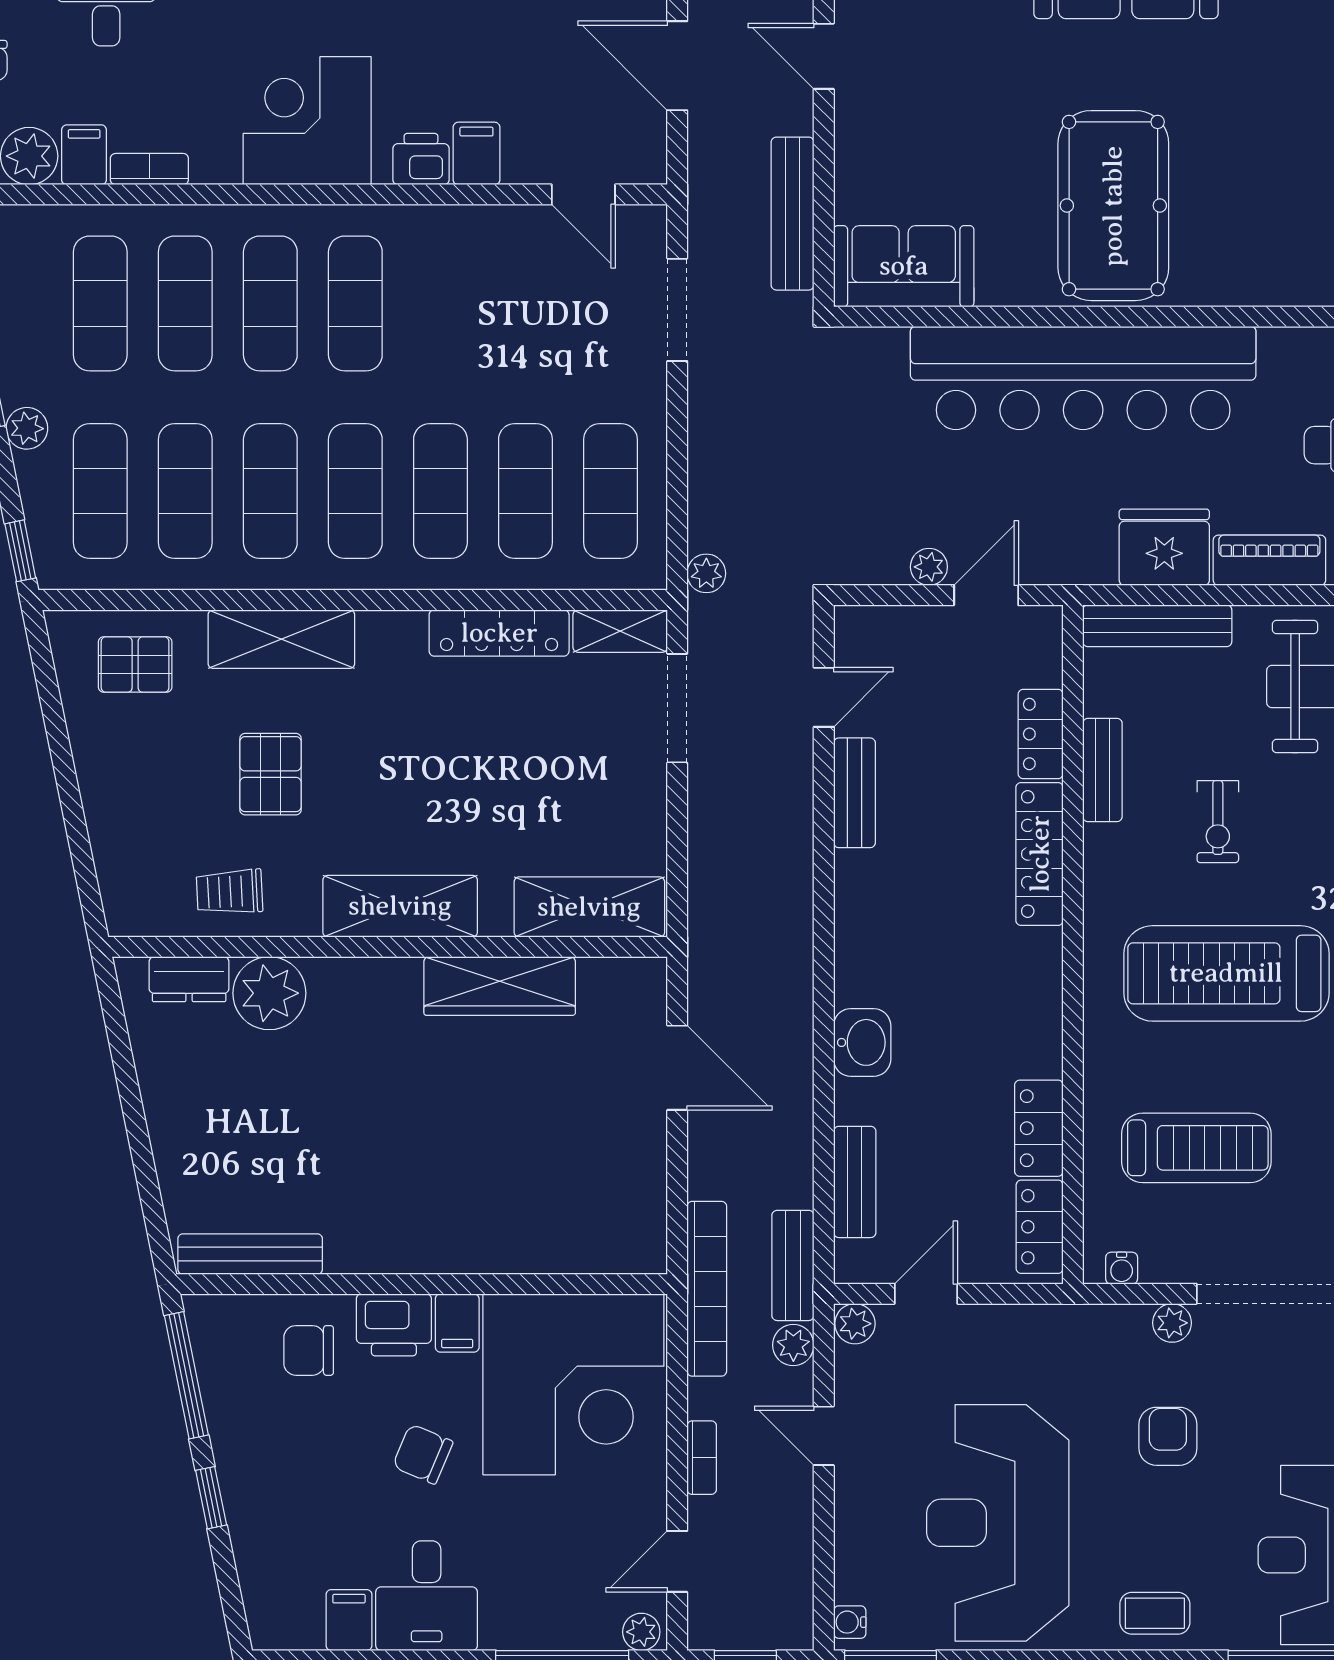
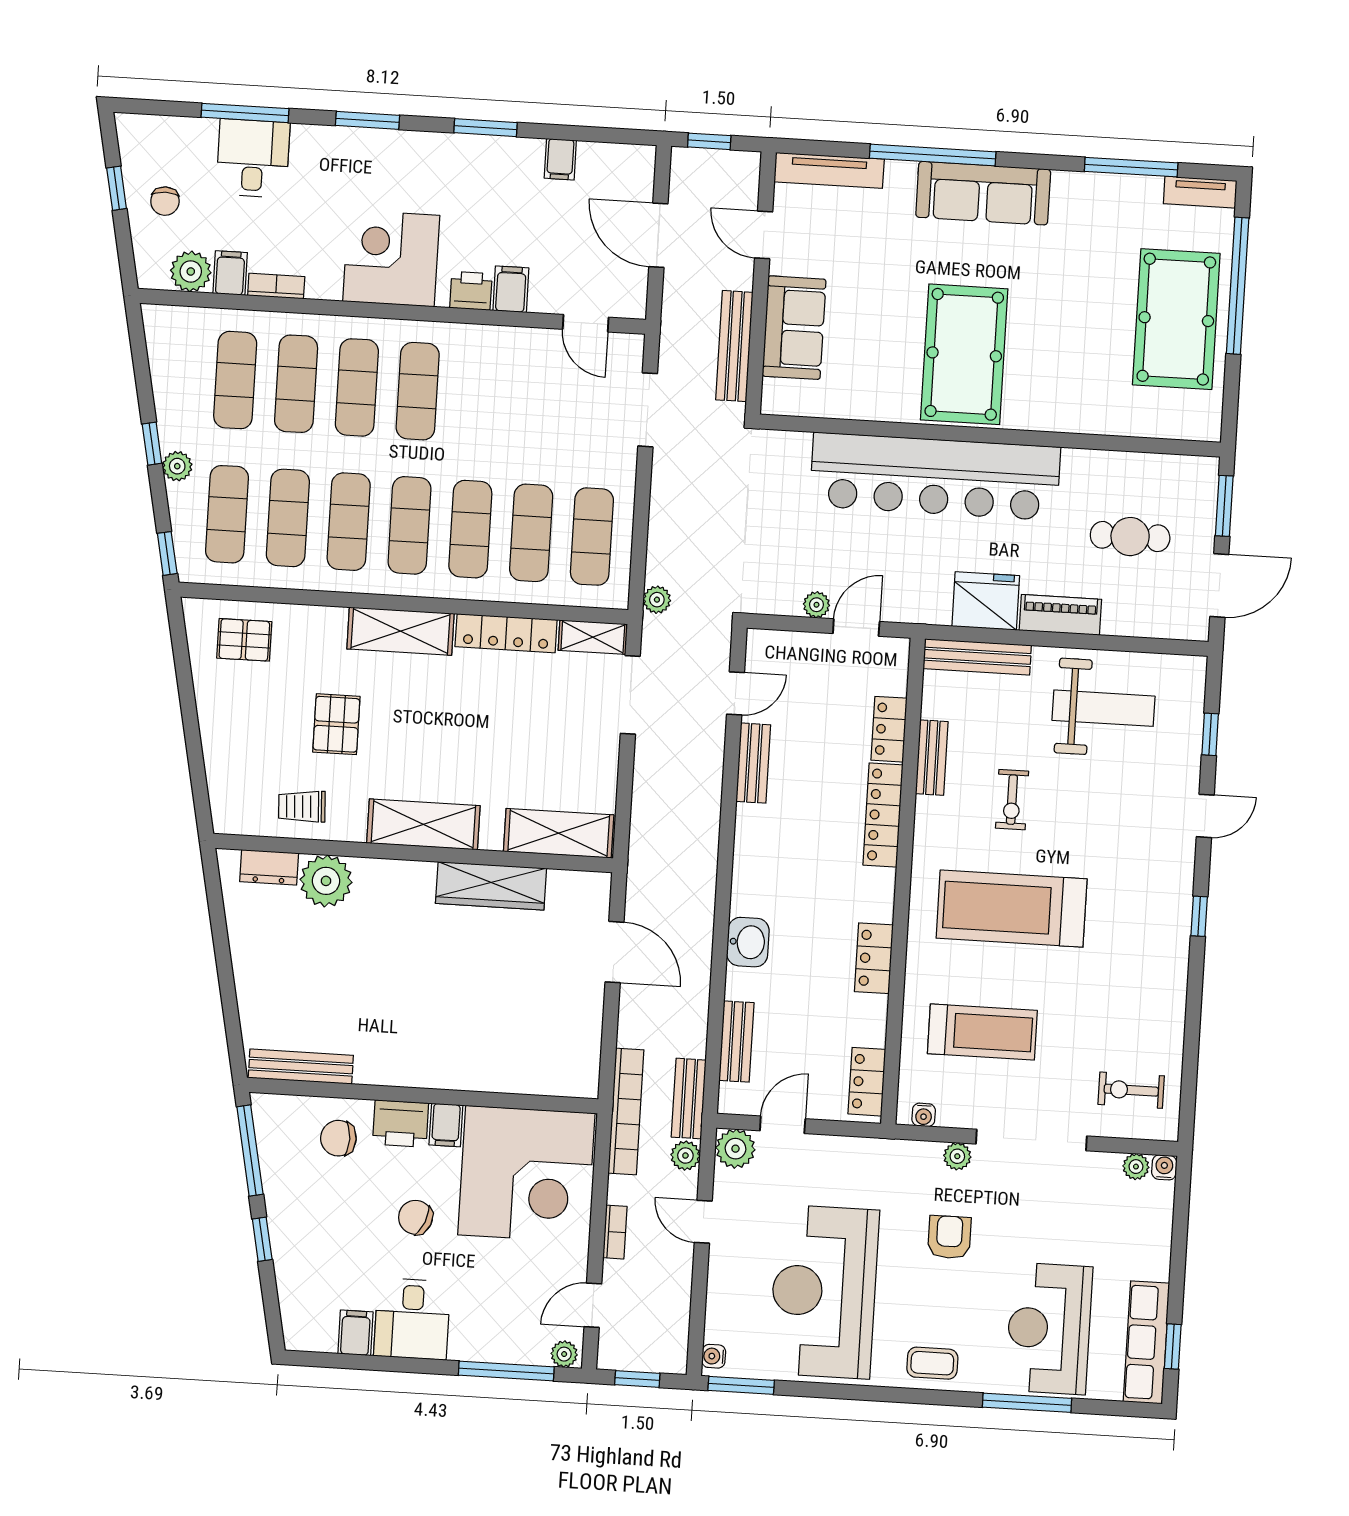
sofa: (904, 266) -> (794, 328), moved, turned 90
shelving: (281, 639) -> (400, 631), moved
locker: (1039, 1128) -> (874, 958), moved
plant: (855, 1324) -> (735, 1149), width x1.38, depth x1.38

